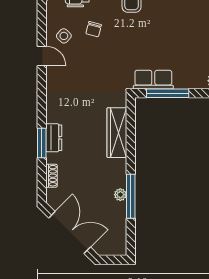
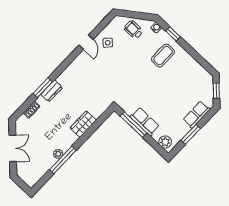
chair: (94, 29) -> (127, 54), removed
row of seats: (153, 80) -> (145, 122), moved
wardrobe: (117, 133) -> (83, 124), width x0.67
double door: (70, 233) -> (13, 148), width x0.73

